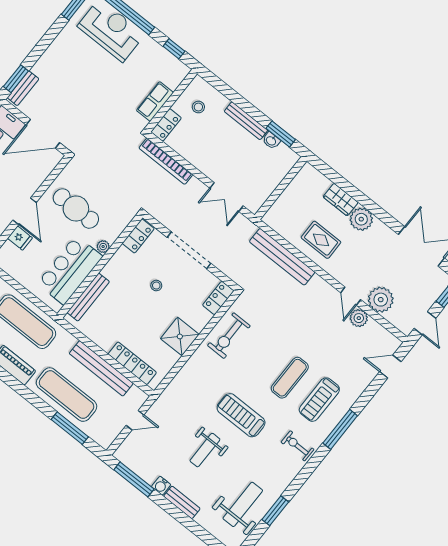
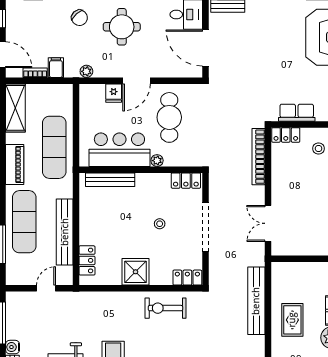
locker: (132, 363) -> (87, 260), width x0.66
door: (135, 420) -> (46, 288), swing flipped

